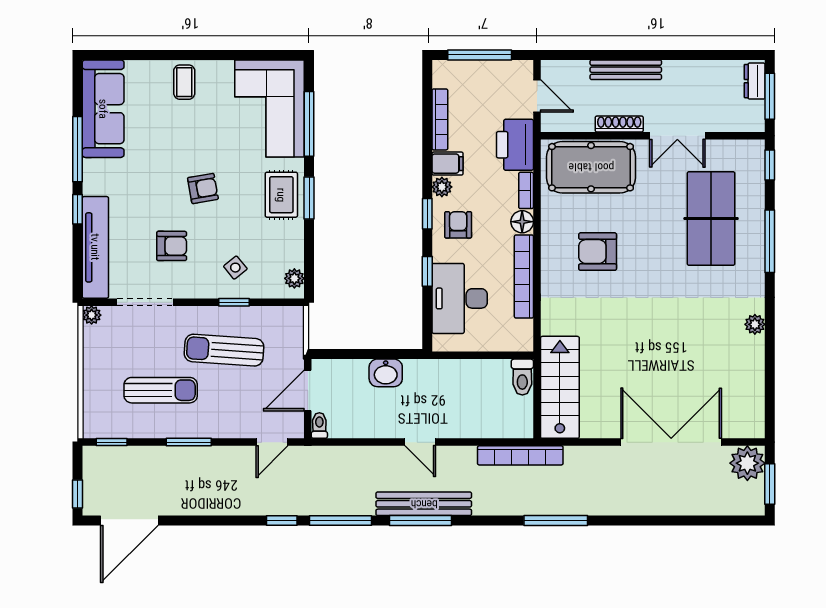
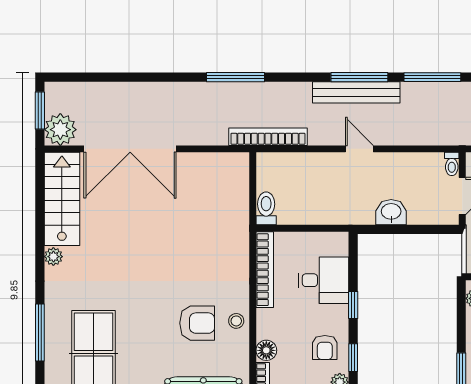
stool: (555, 254) -> (236, 321), added
bookcase: (524, 276) -> (265, 270), moved
desk: (460, 298) -> (323, 280), width x0.73
stairs: (560, 387) -> (62, 199), moved, turned 180

